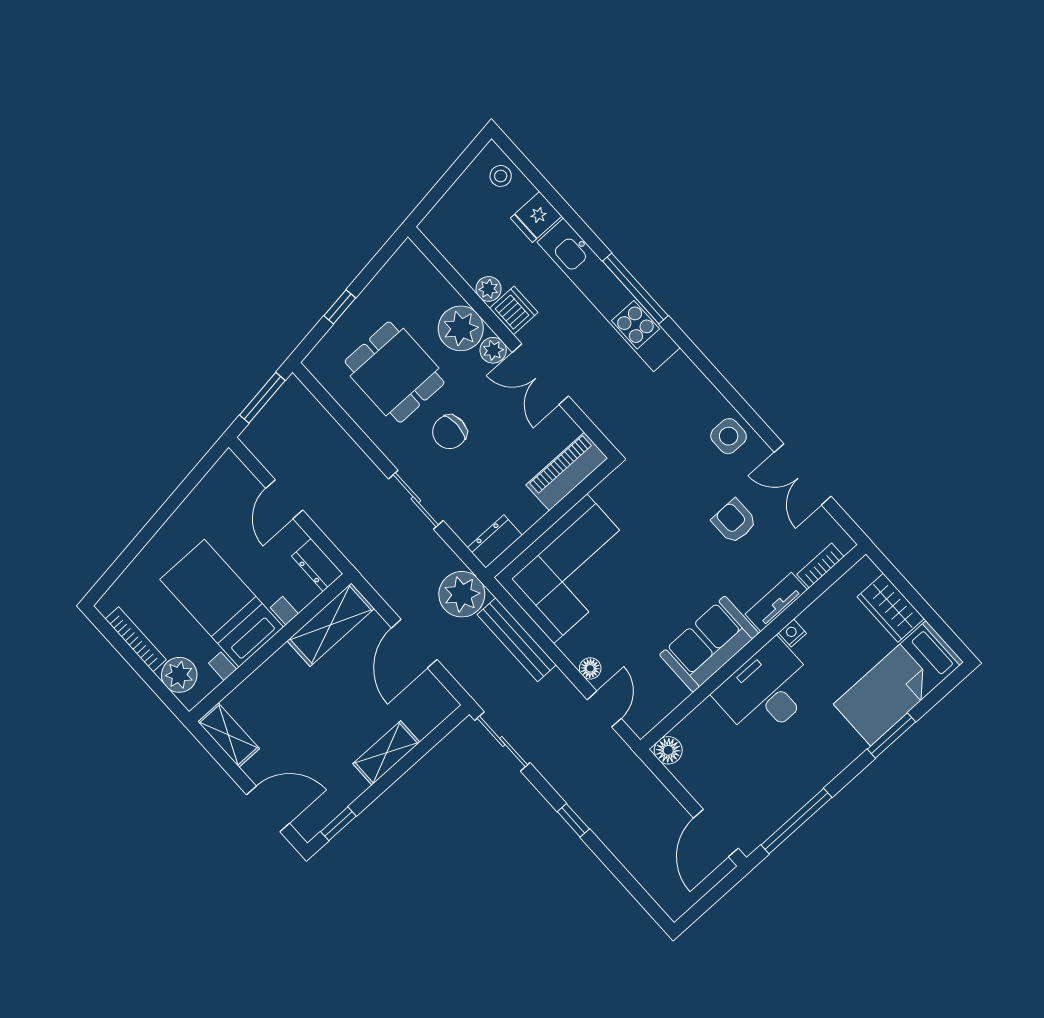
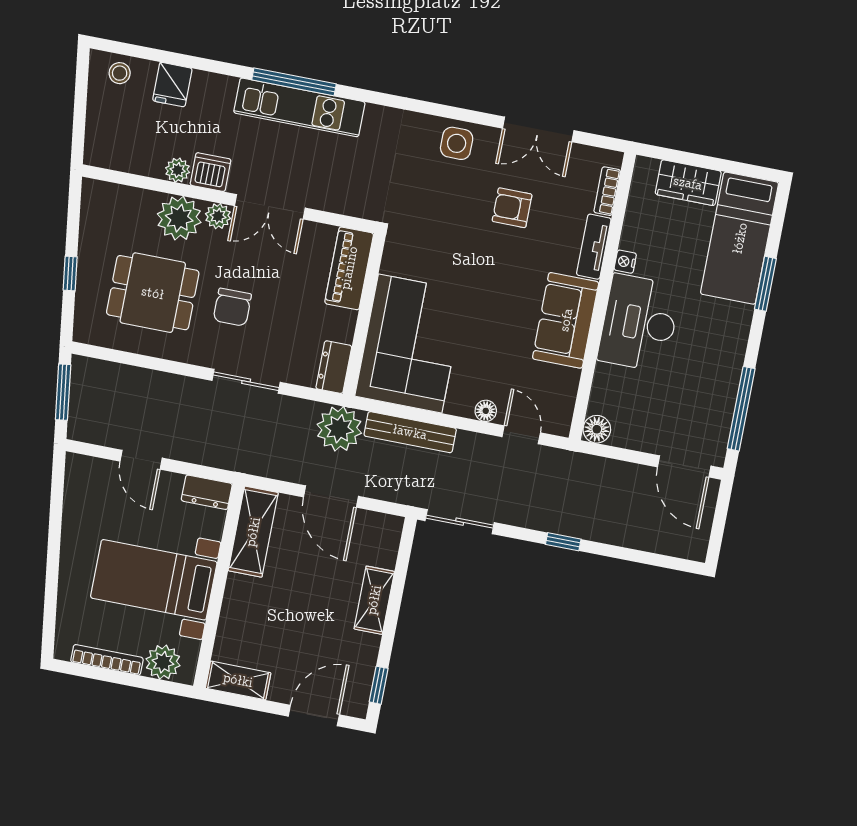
kitchen unit: (609, 295) -> (299, 107), width x0.73

